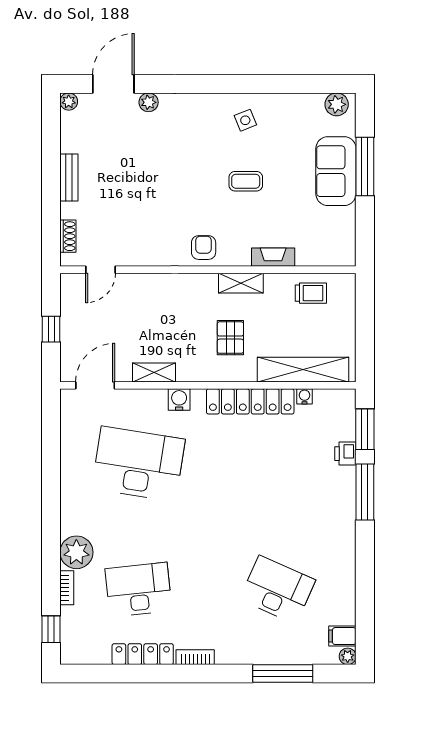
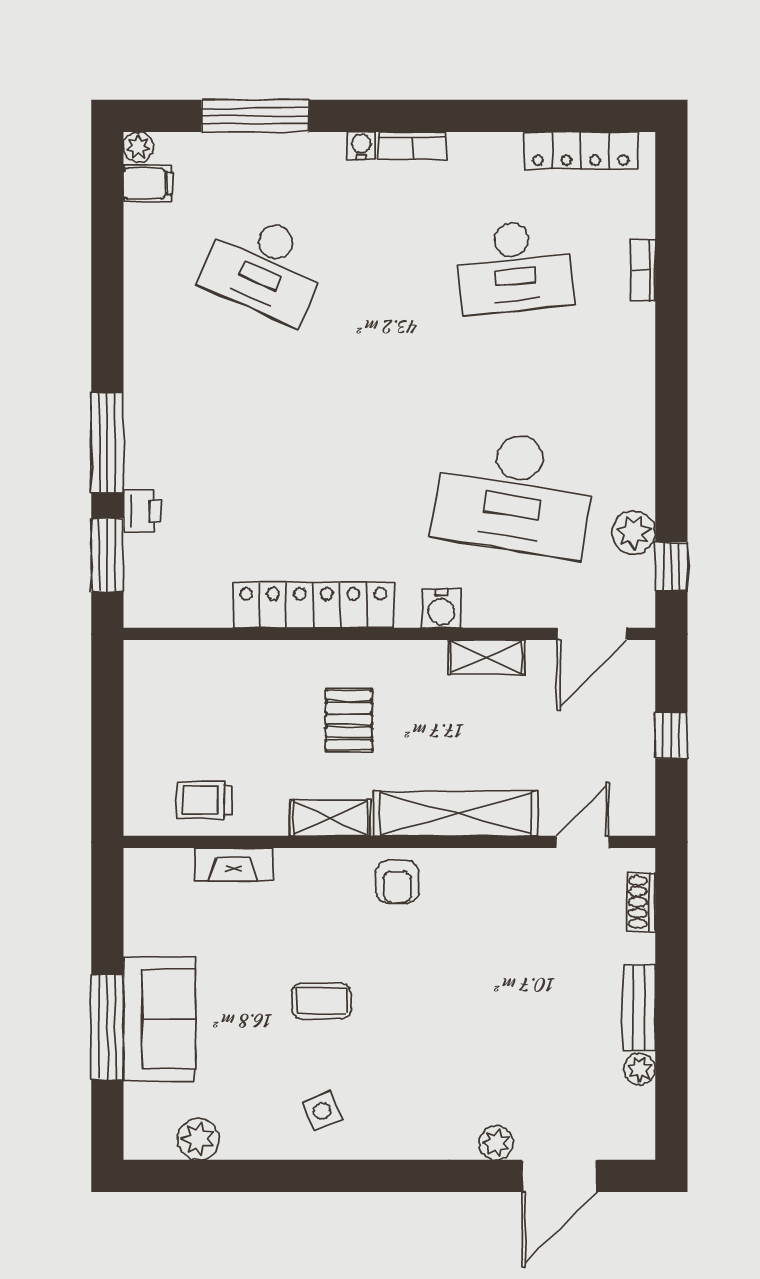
plant: (69, 102) -> (640, 1069), moved
plant: (337, 104) -> (198, 1139), moved
fireplace: (273, 257) -> (233, 865), moved
shelving: (303, 370) -> (456, 814), moved
water cooler: (304, 396) -> (361, 146), moved, turned 180
plant: (76, 552) -> (634, 532), moved, width x0.73, depth x0.73
window: (51, 629) -> (671, 567), moved
locker: (143, 654) -> (581, 151), moved

